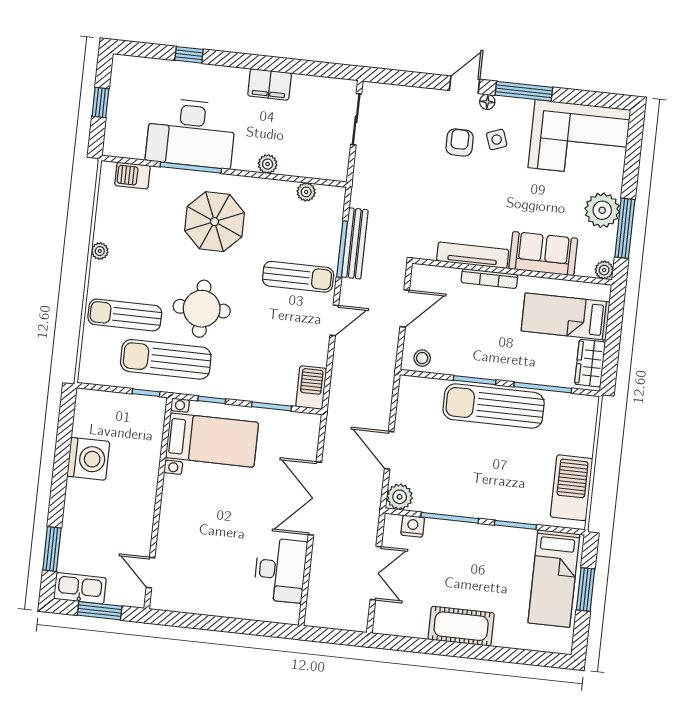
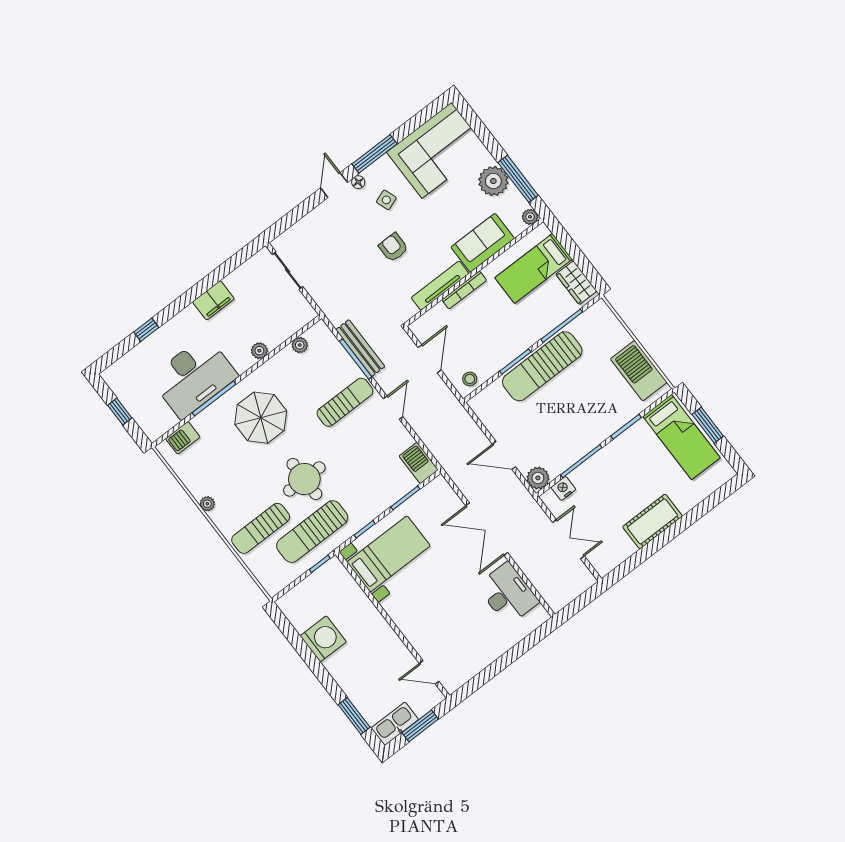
armchair: (460, 142) -> (393, 247), moved

